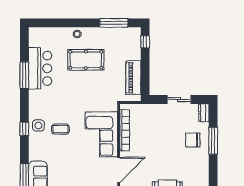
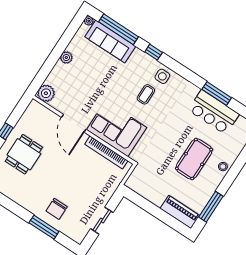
window: (145, 42) -> (175, 224), removed
piano: (133, 78) -> (180, 212), moved
dresser: (204, 113) -> (75, 235), removed
window: (24, 129) -> (154, 52), moved
chair: (193, 140) -> (57, 209), turned 180

